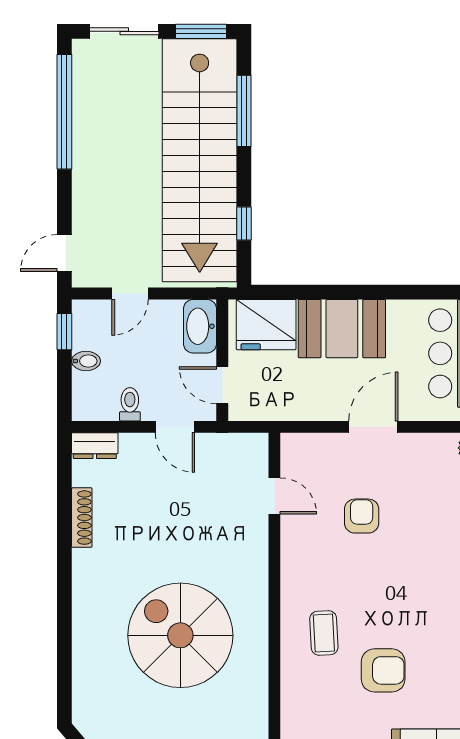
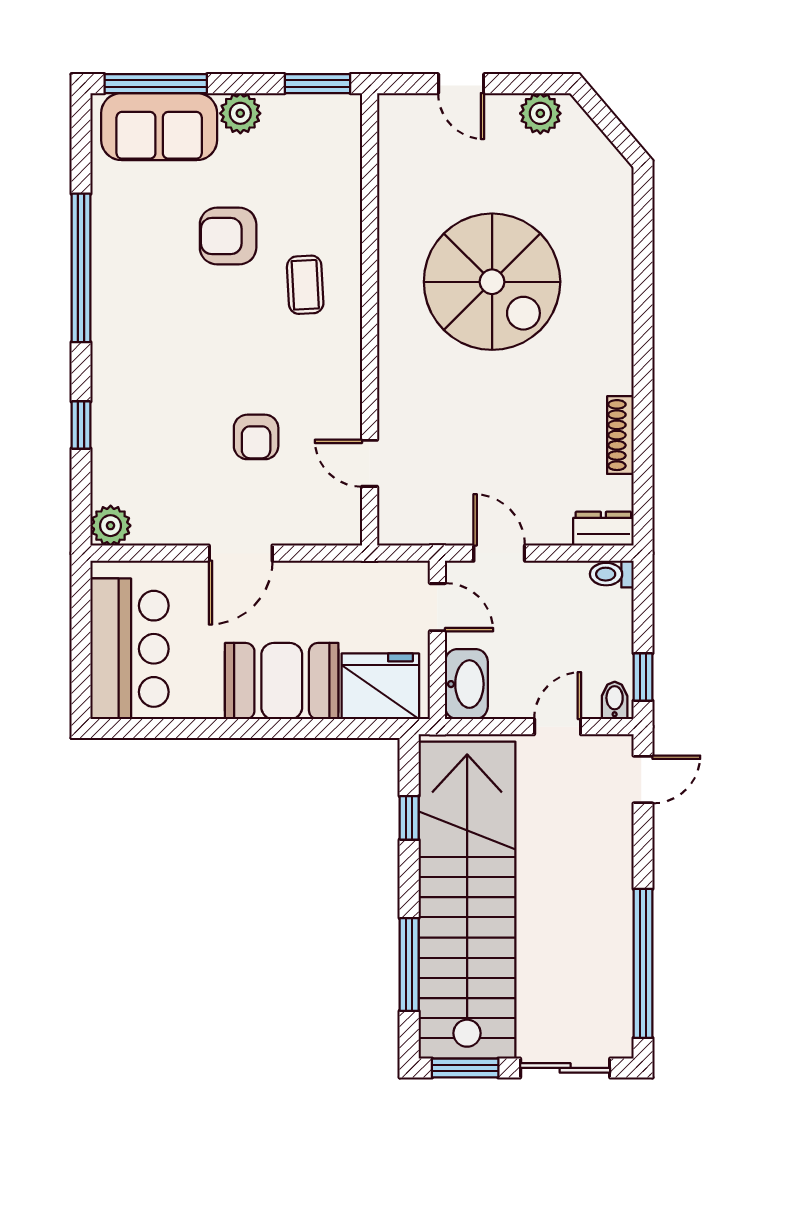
bidet: (86, 361) -> (615, 700), moved, turned 90
toilet: (130, 404) -> (612, 574), moved, turned 90

